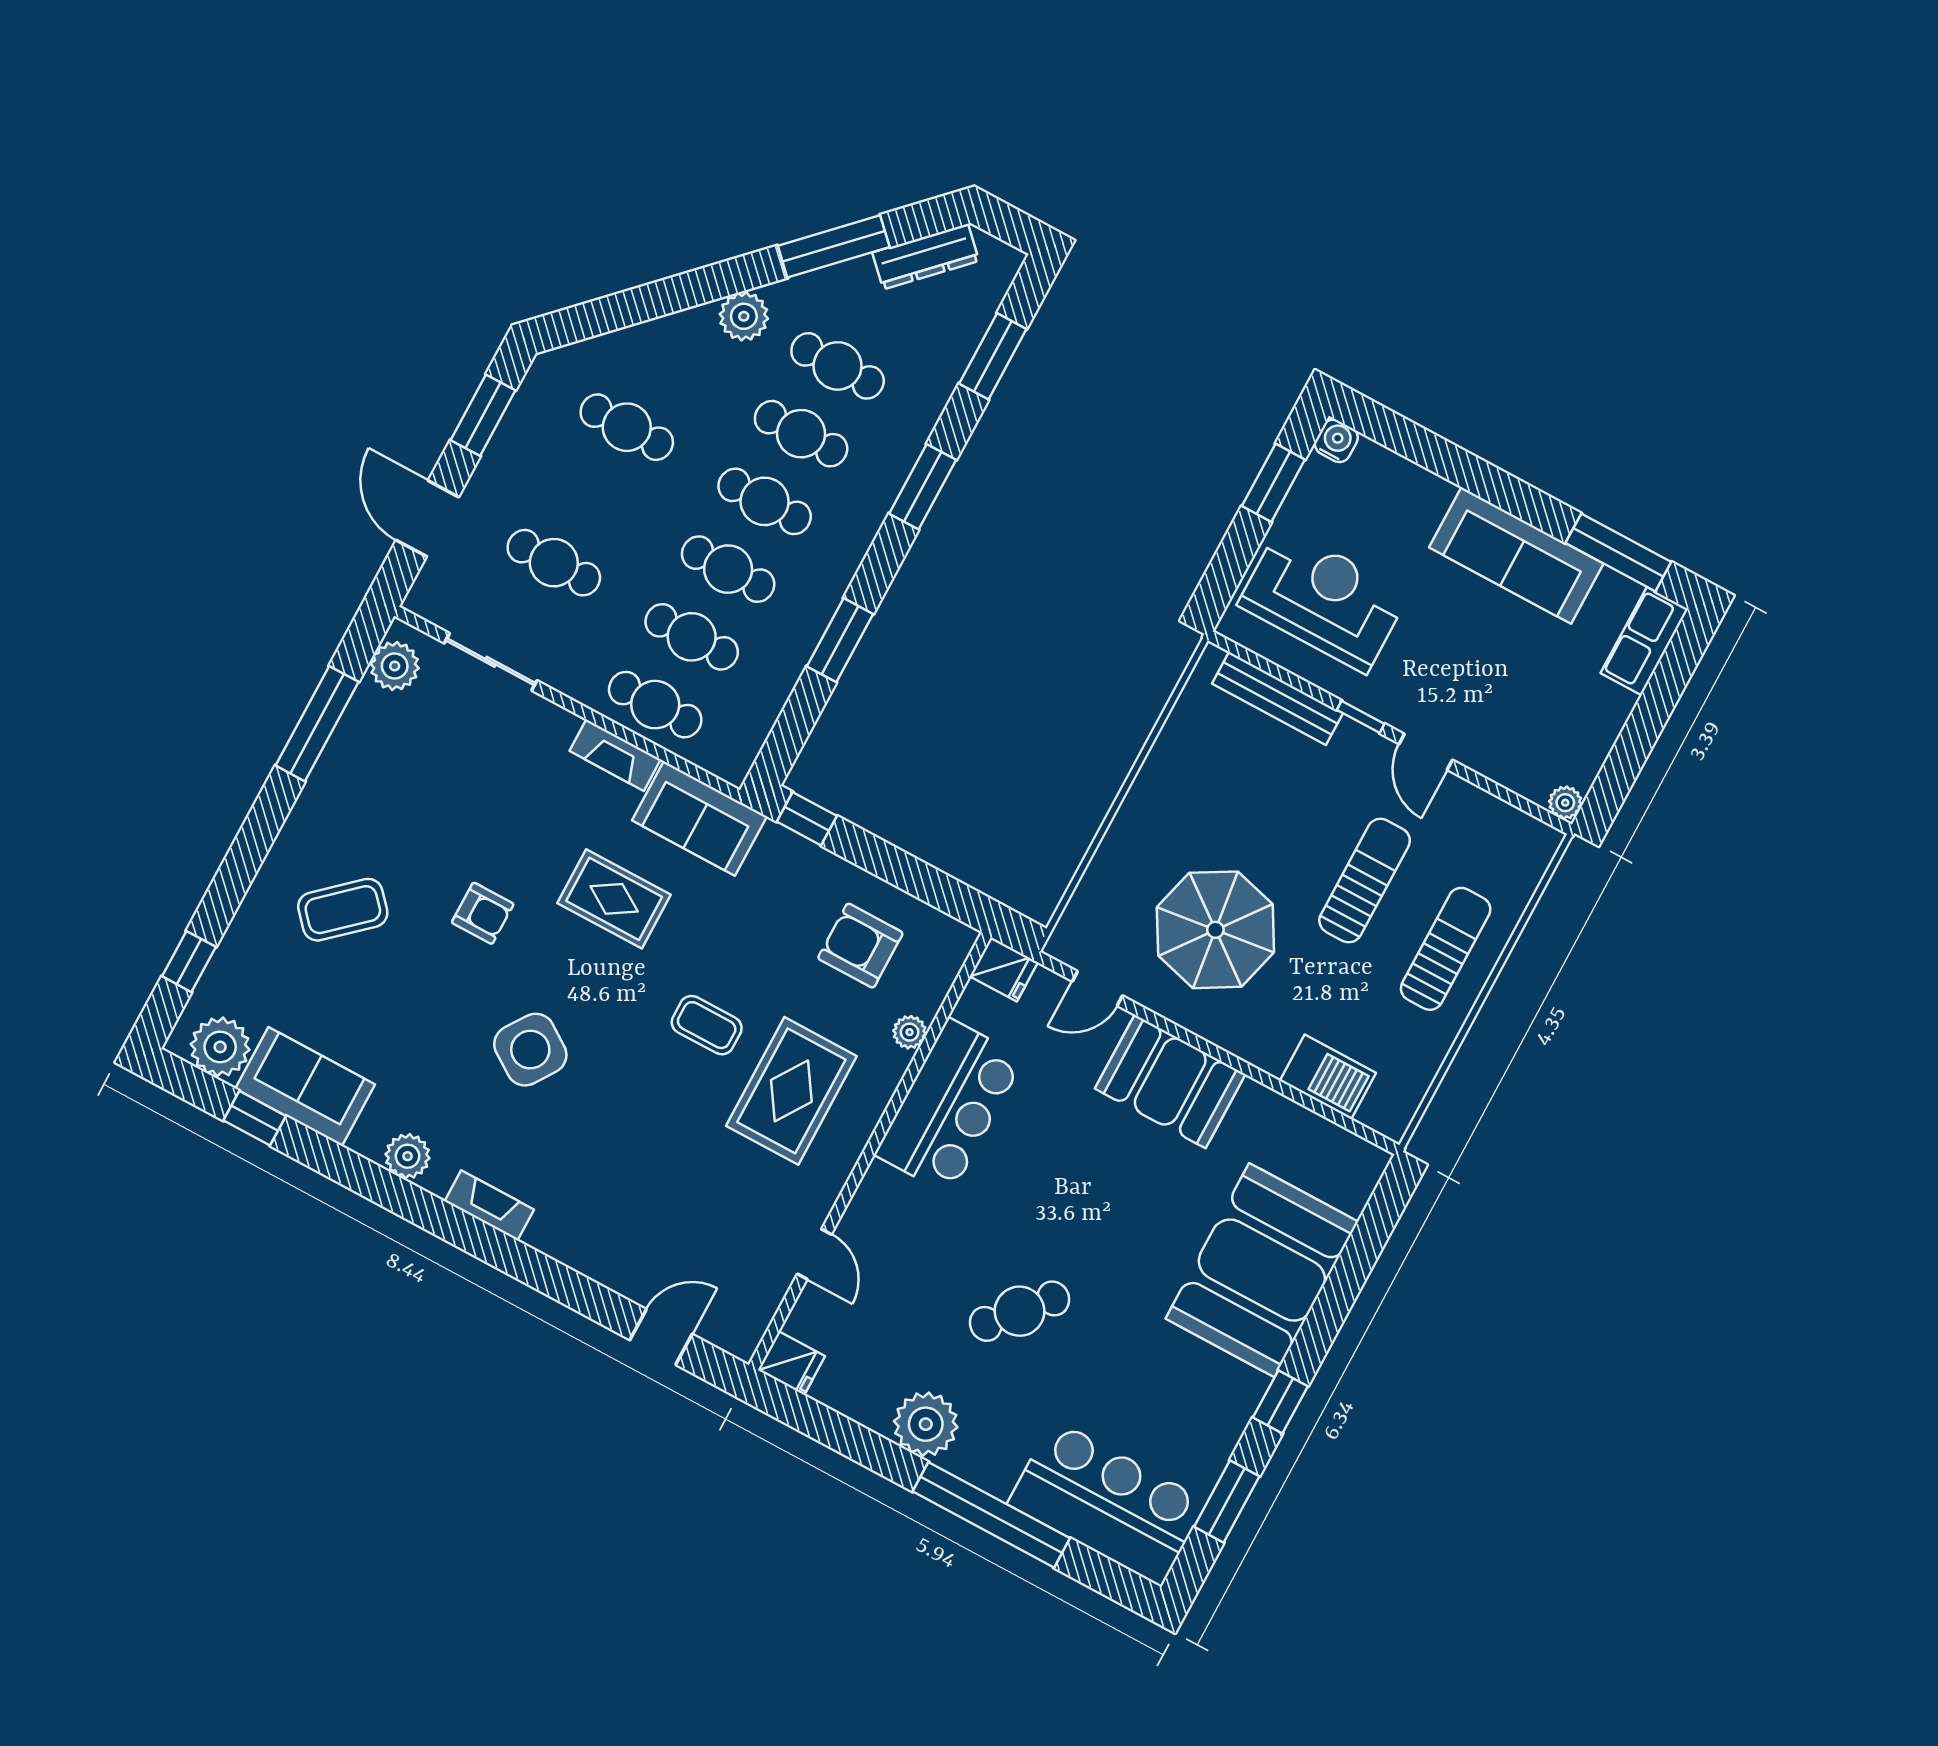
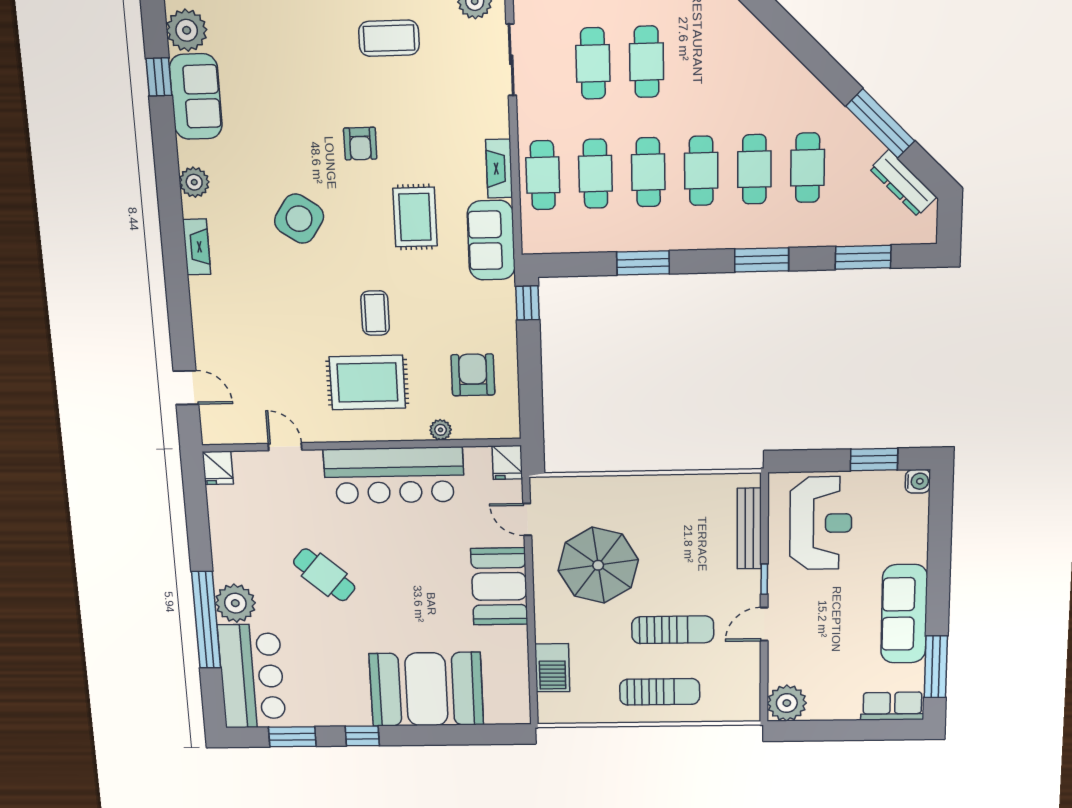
plant: (744, 316) -> (808, 93), removed
cafe table: (627, 427) -> (647, 62), moved
plant: (1565, 803) -> (787, 703), width x1.88, depth x1.88
coffee table: (343, 910) -> (389, 38), moved, turned -48
bar counter: (949, 1106) -> (394, 475), width x1.36
door: (814, 1254) -> (285, 447), swing flipped
plant: (926, 1424) -> (235, 603), moved

